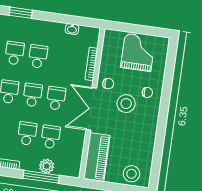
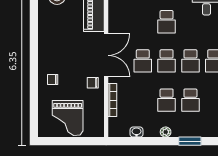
plant: (43, 25) -> (166, 132), added
stool: (126, 104) -> (72, 65), removed
school desk: (51, 137) -> (143, 22), removed

